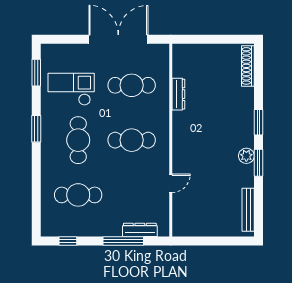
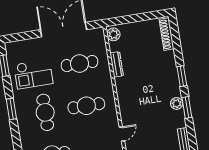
plant: (180, 55) -> (113, 34), added
checkout: (71, 89) -> (33, 74), turned 180

